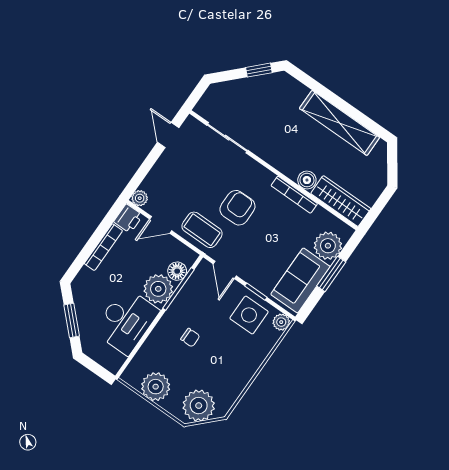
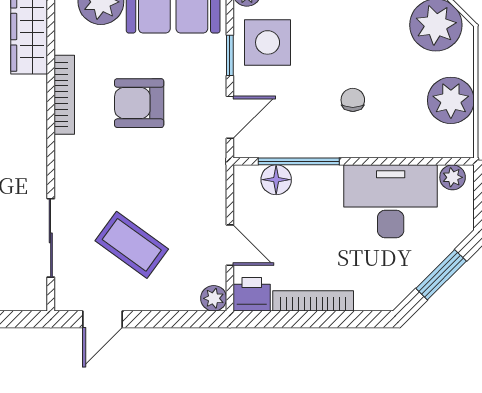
boiler: (307, 180) -> (33, 91), removed
armchair: (237, 208) -> (139, 103), moved
coffee table: (202, 230) -> (132, 245), moved, turned -54
plant: (158, 289) -> (453, 177), moved, width x0.53, depth x0.53

